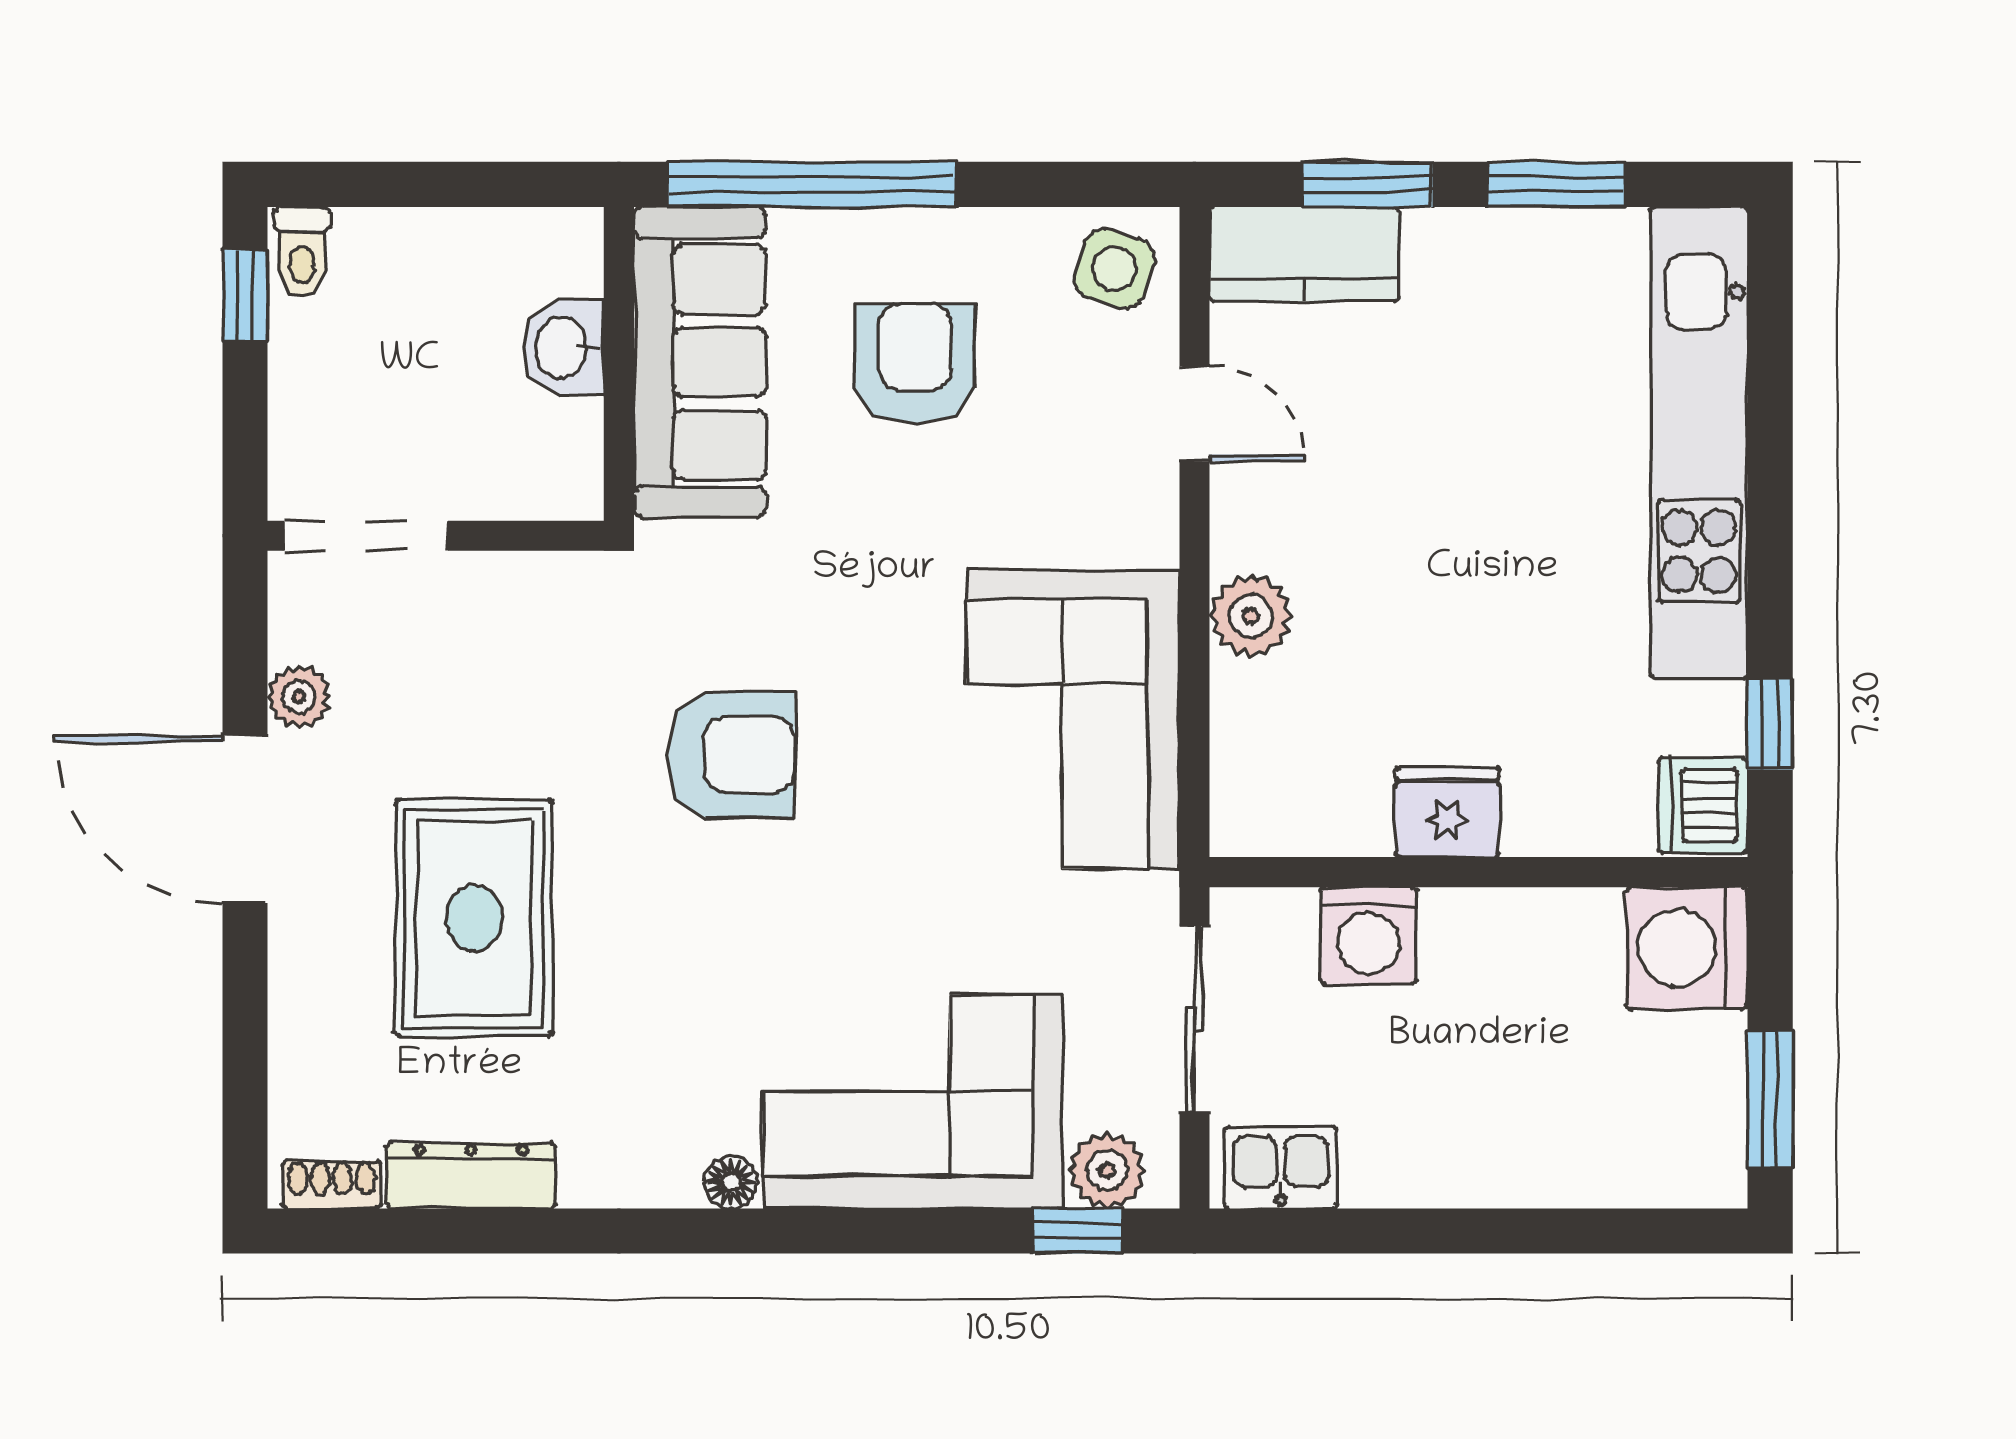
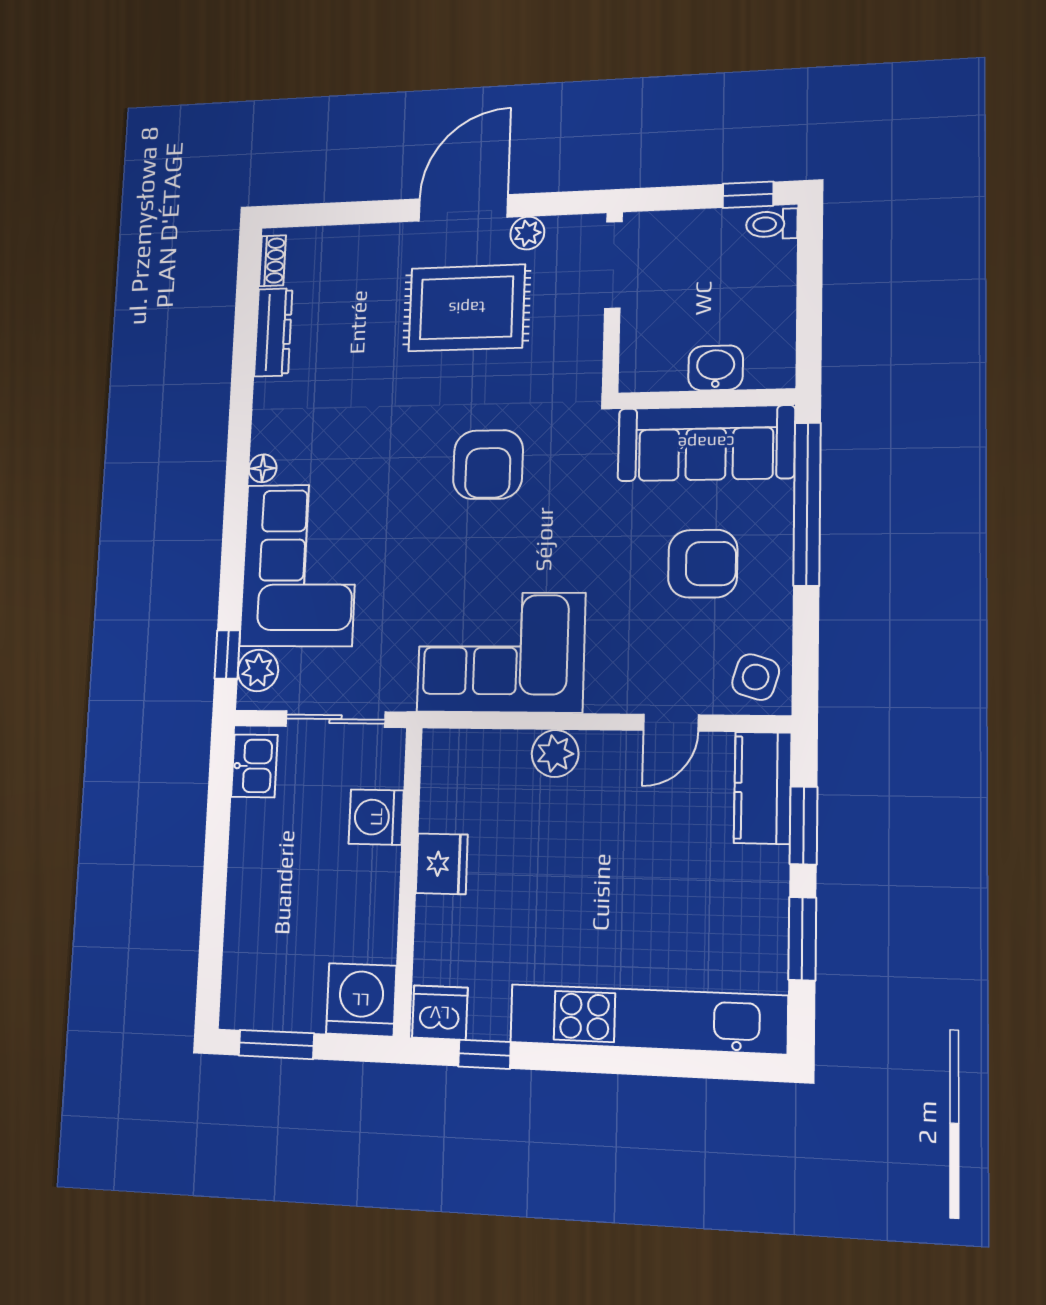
rug: (474, 918) -> (467, 308), moved

